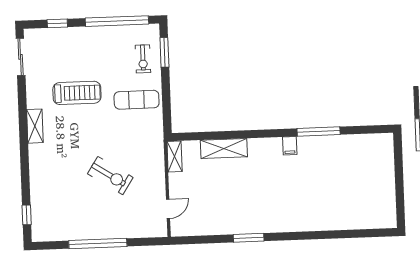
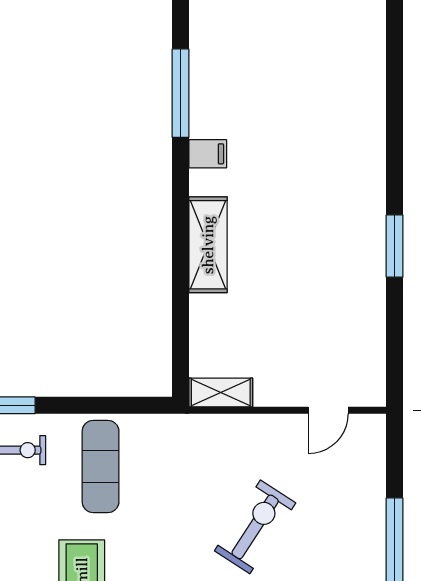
shelving: (224, 148) -> (208, 245), moved
door: (168, 209) -> (328, 410), swing flipped

